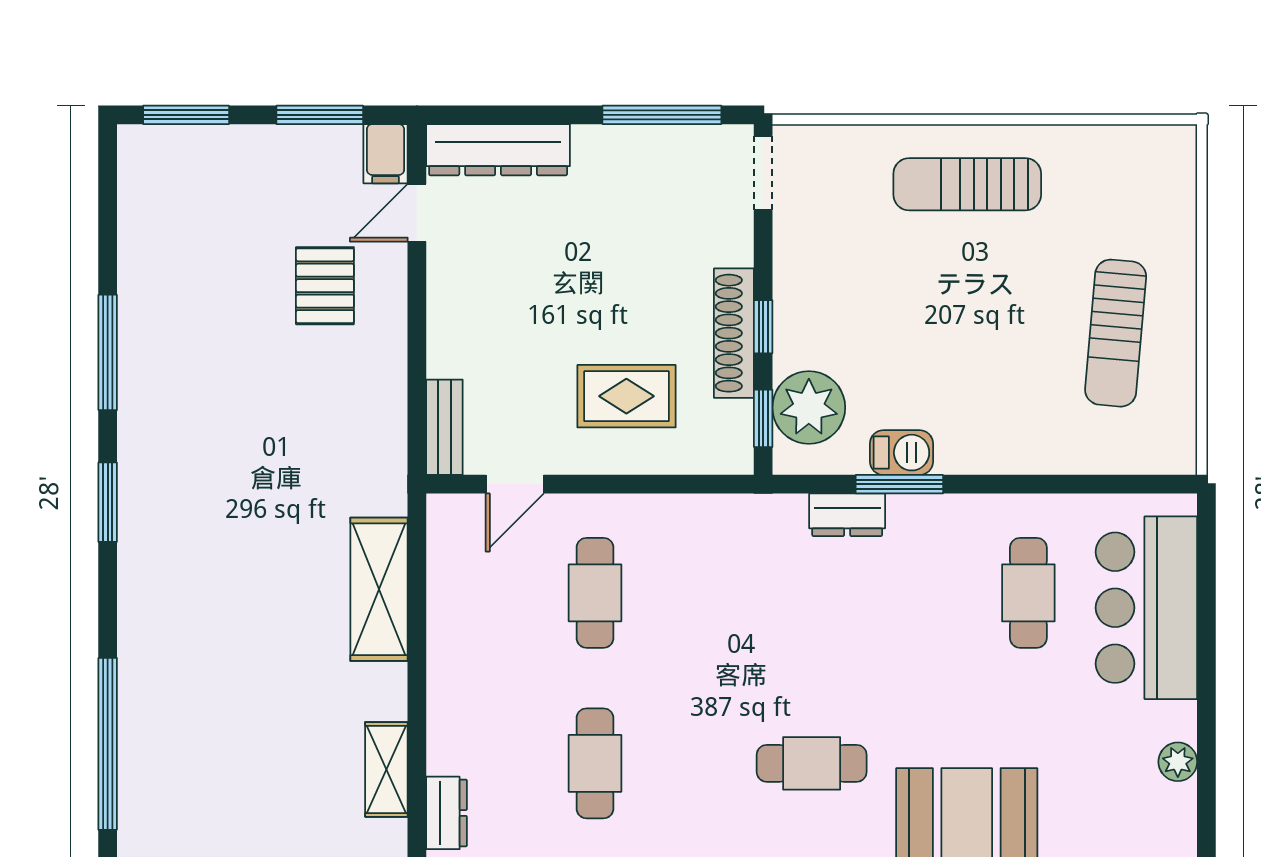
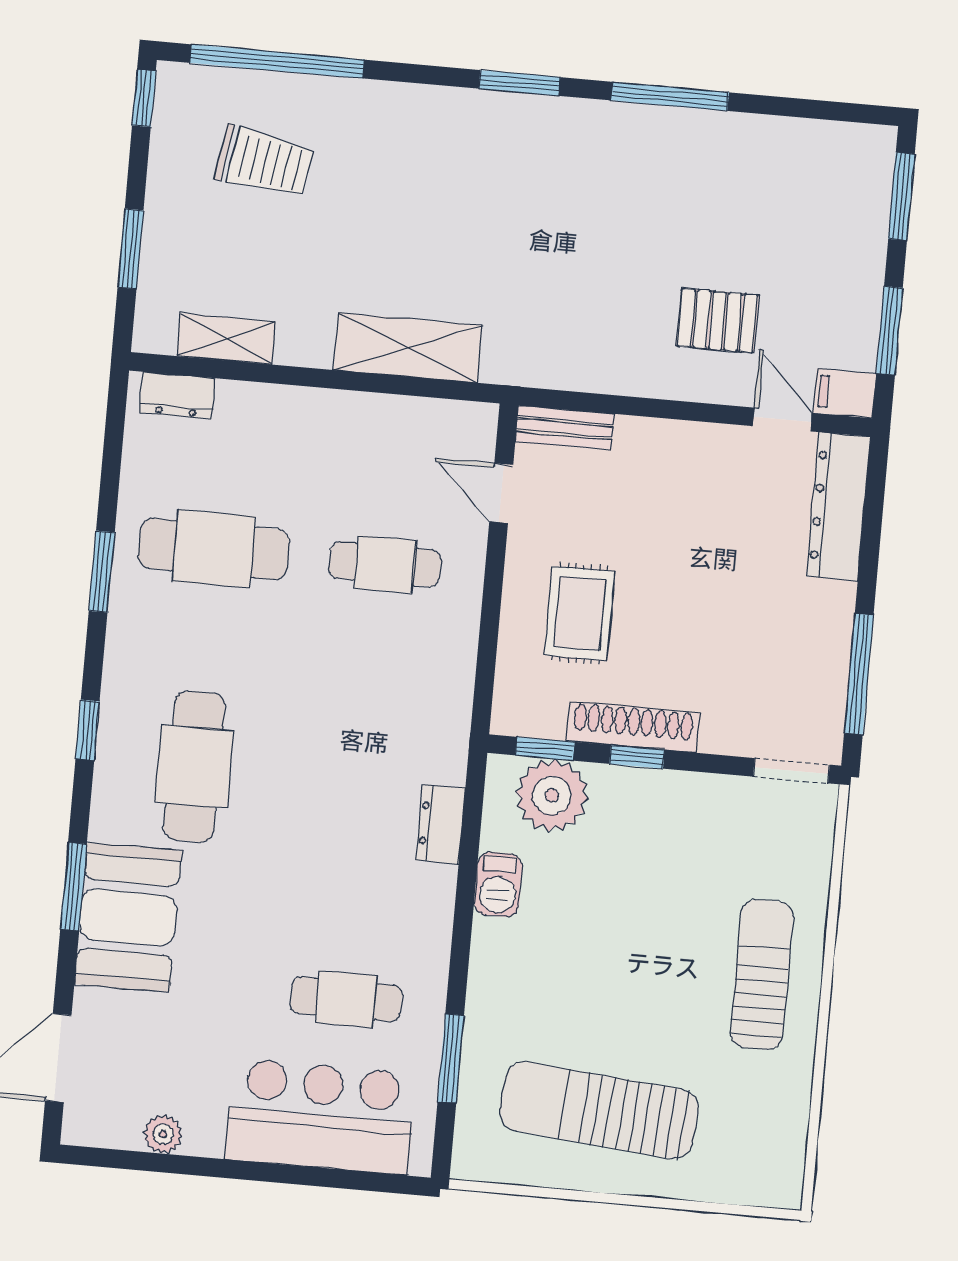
sun lounger: (1116, 333) -> (599, 1110), width x1.36, depth x1.34
window: (899, 484) -> (451, 1059), moved
trolley: (208, 748) -> (264, 162), added
cafe table: (595, 763) -> (214, 549), width x1.37, depth x1.35
cafe table: (812, 763) -> (194, 766), width x1.37, depth x1.35

